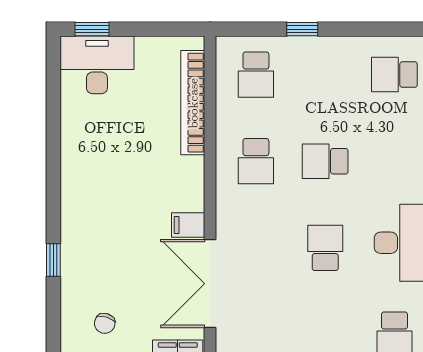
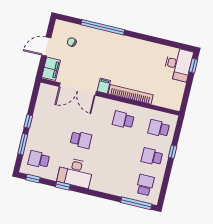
bookcase: (193, 103) -> (131, 94), moved
school desk: (325, 161) -> (152, 157), moved, turned -90
window: (53, 260) -> (103, 27), width x3.17
double door: (210, 284) -> (78, 89), swing flipped

